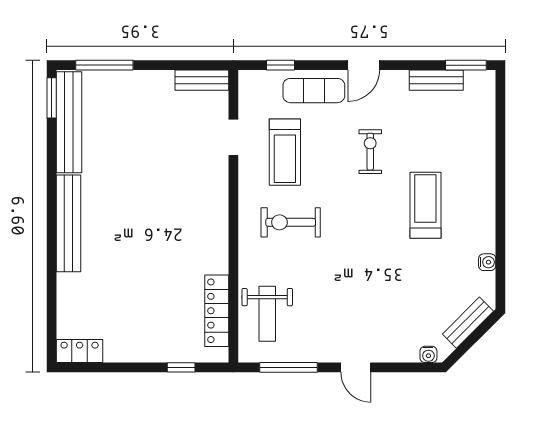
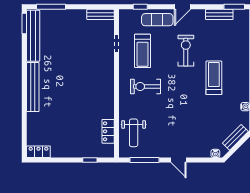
exercise bike: (370, 152) -> (186, 51), width x1.38, depth x1.39
locker: (217, 311) -> (108, 131), width x0.66

